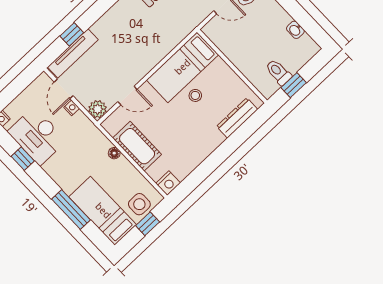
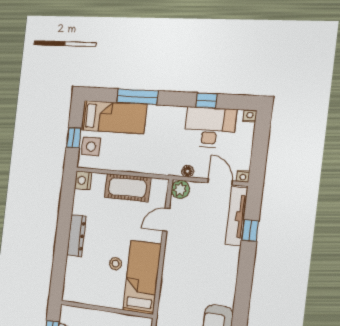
nightstand: (72, 108) -> (243, 176), moved
dresser: (237, 118) -> (76, 236), moved
floor lamp: (114, 153) -> (188, 171), moved

